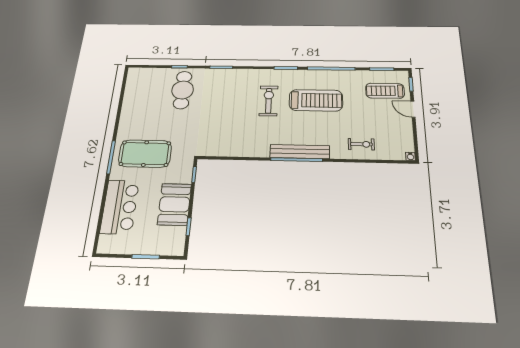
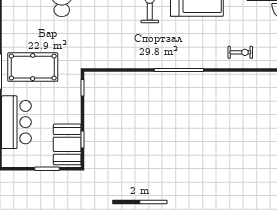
bench: (300, 152) -> (182, 61), removed
booth: (174, 204) -> (67, 144), moved

